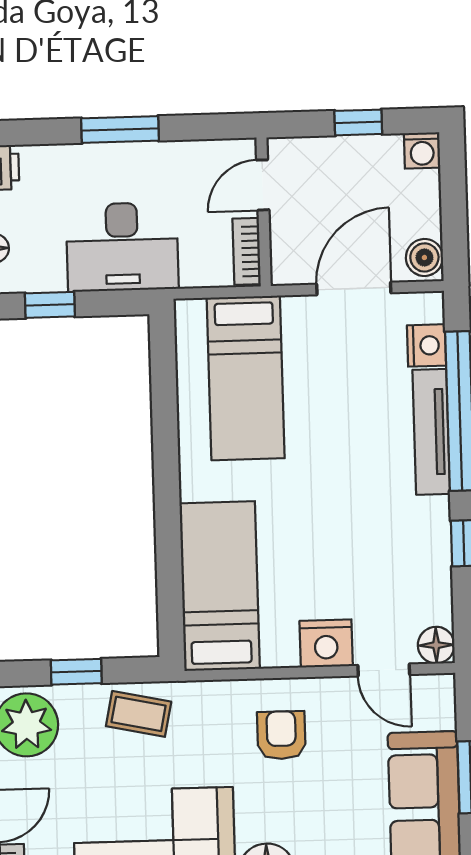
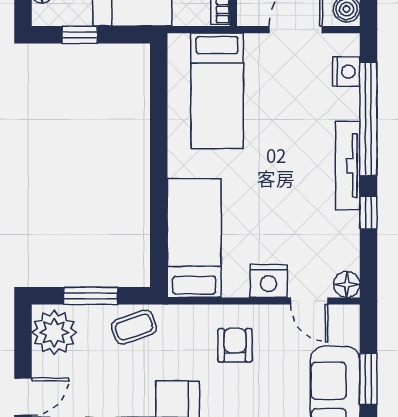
tv unit: (431, 432) -> (348, 166), moved
window: (76, 672) -> (91, 296), width x1.50
coffee table: (139, 714) -> (134, 327), turned -31

